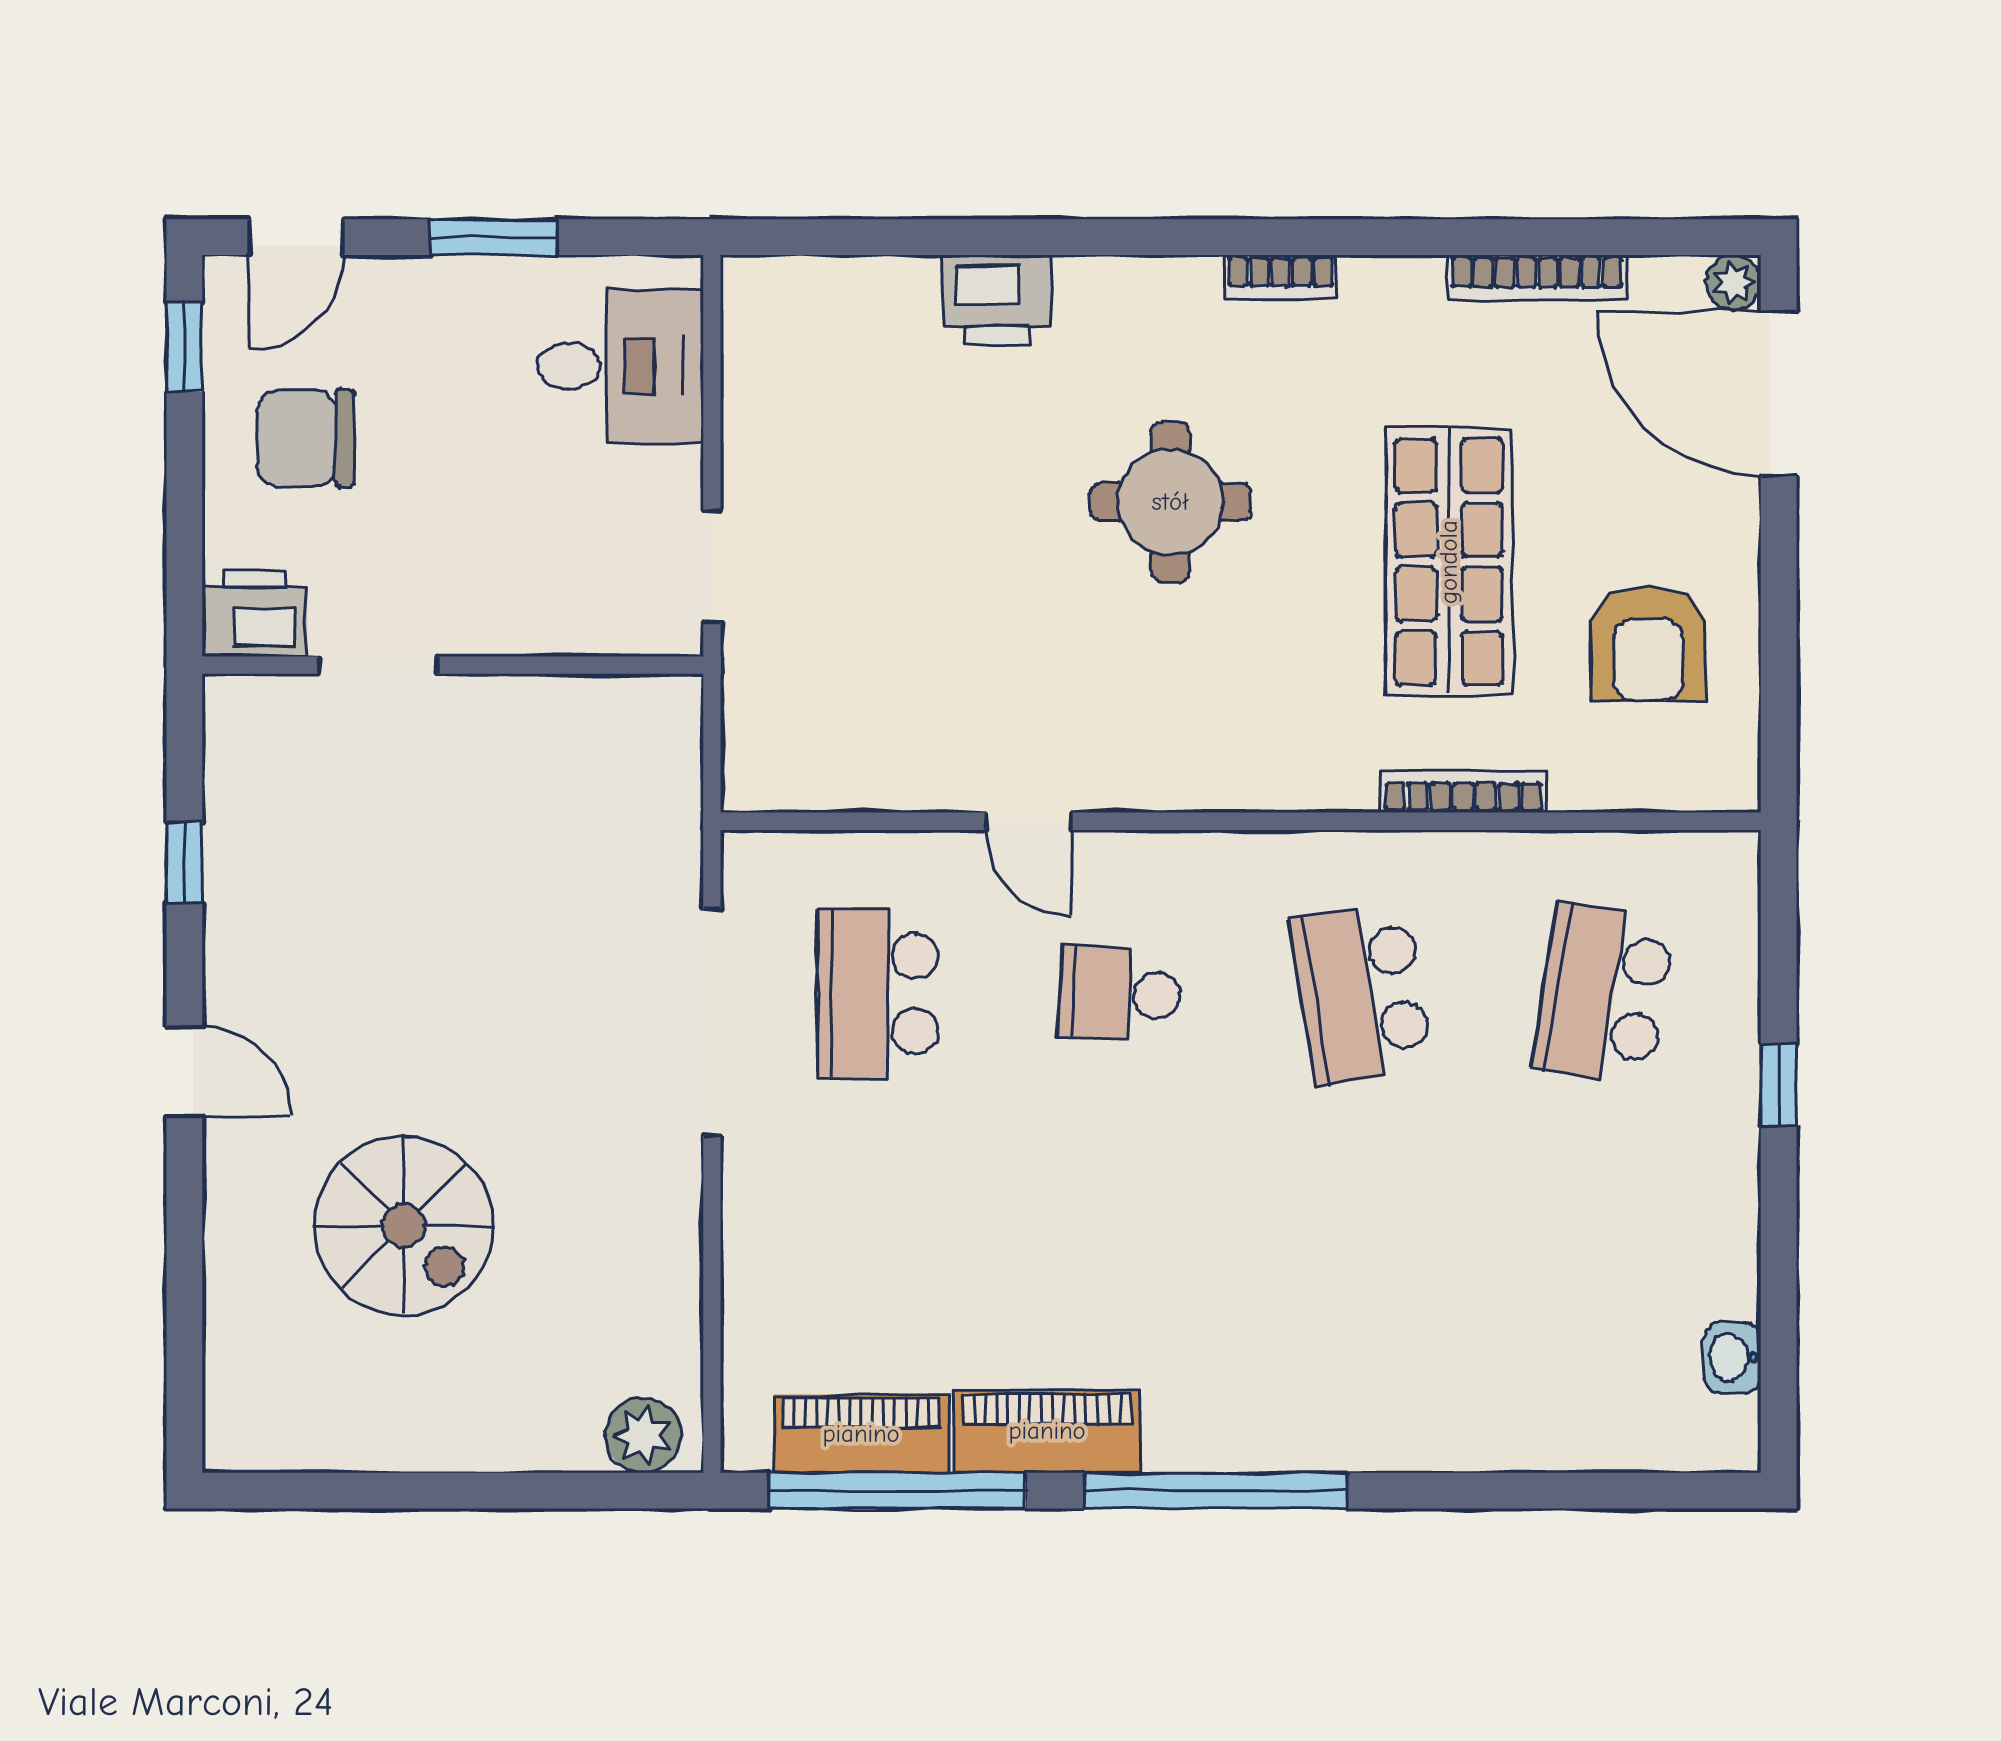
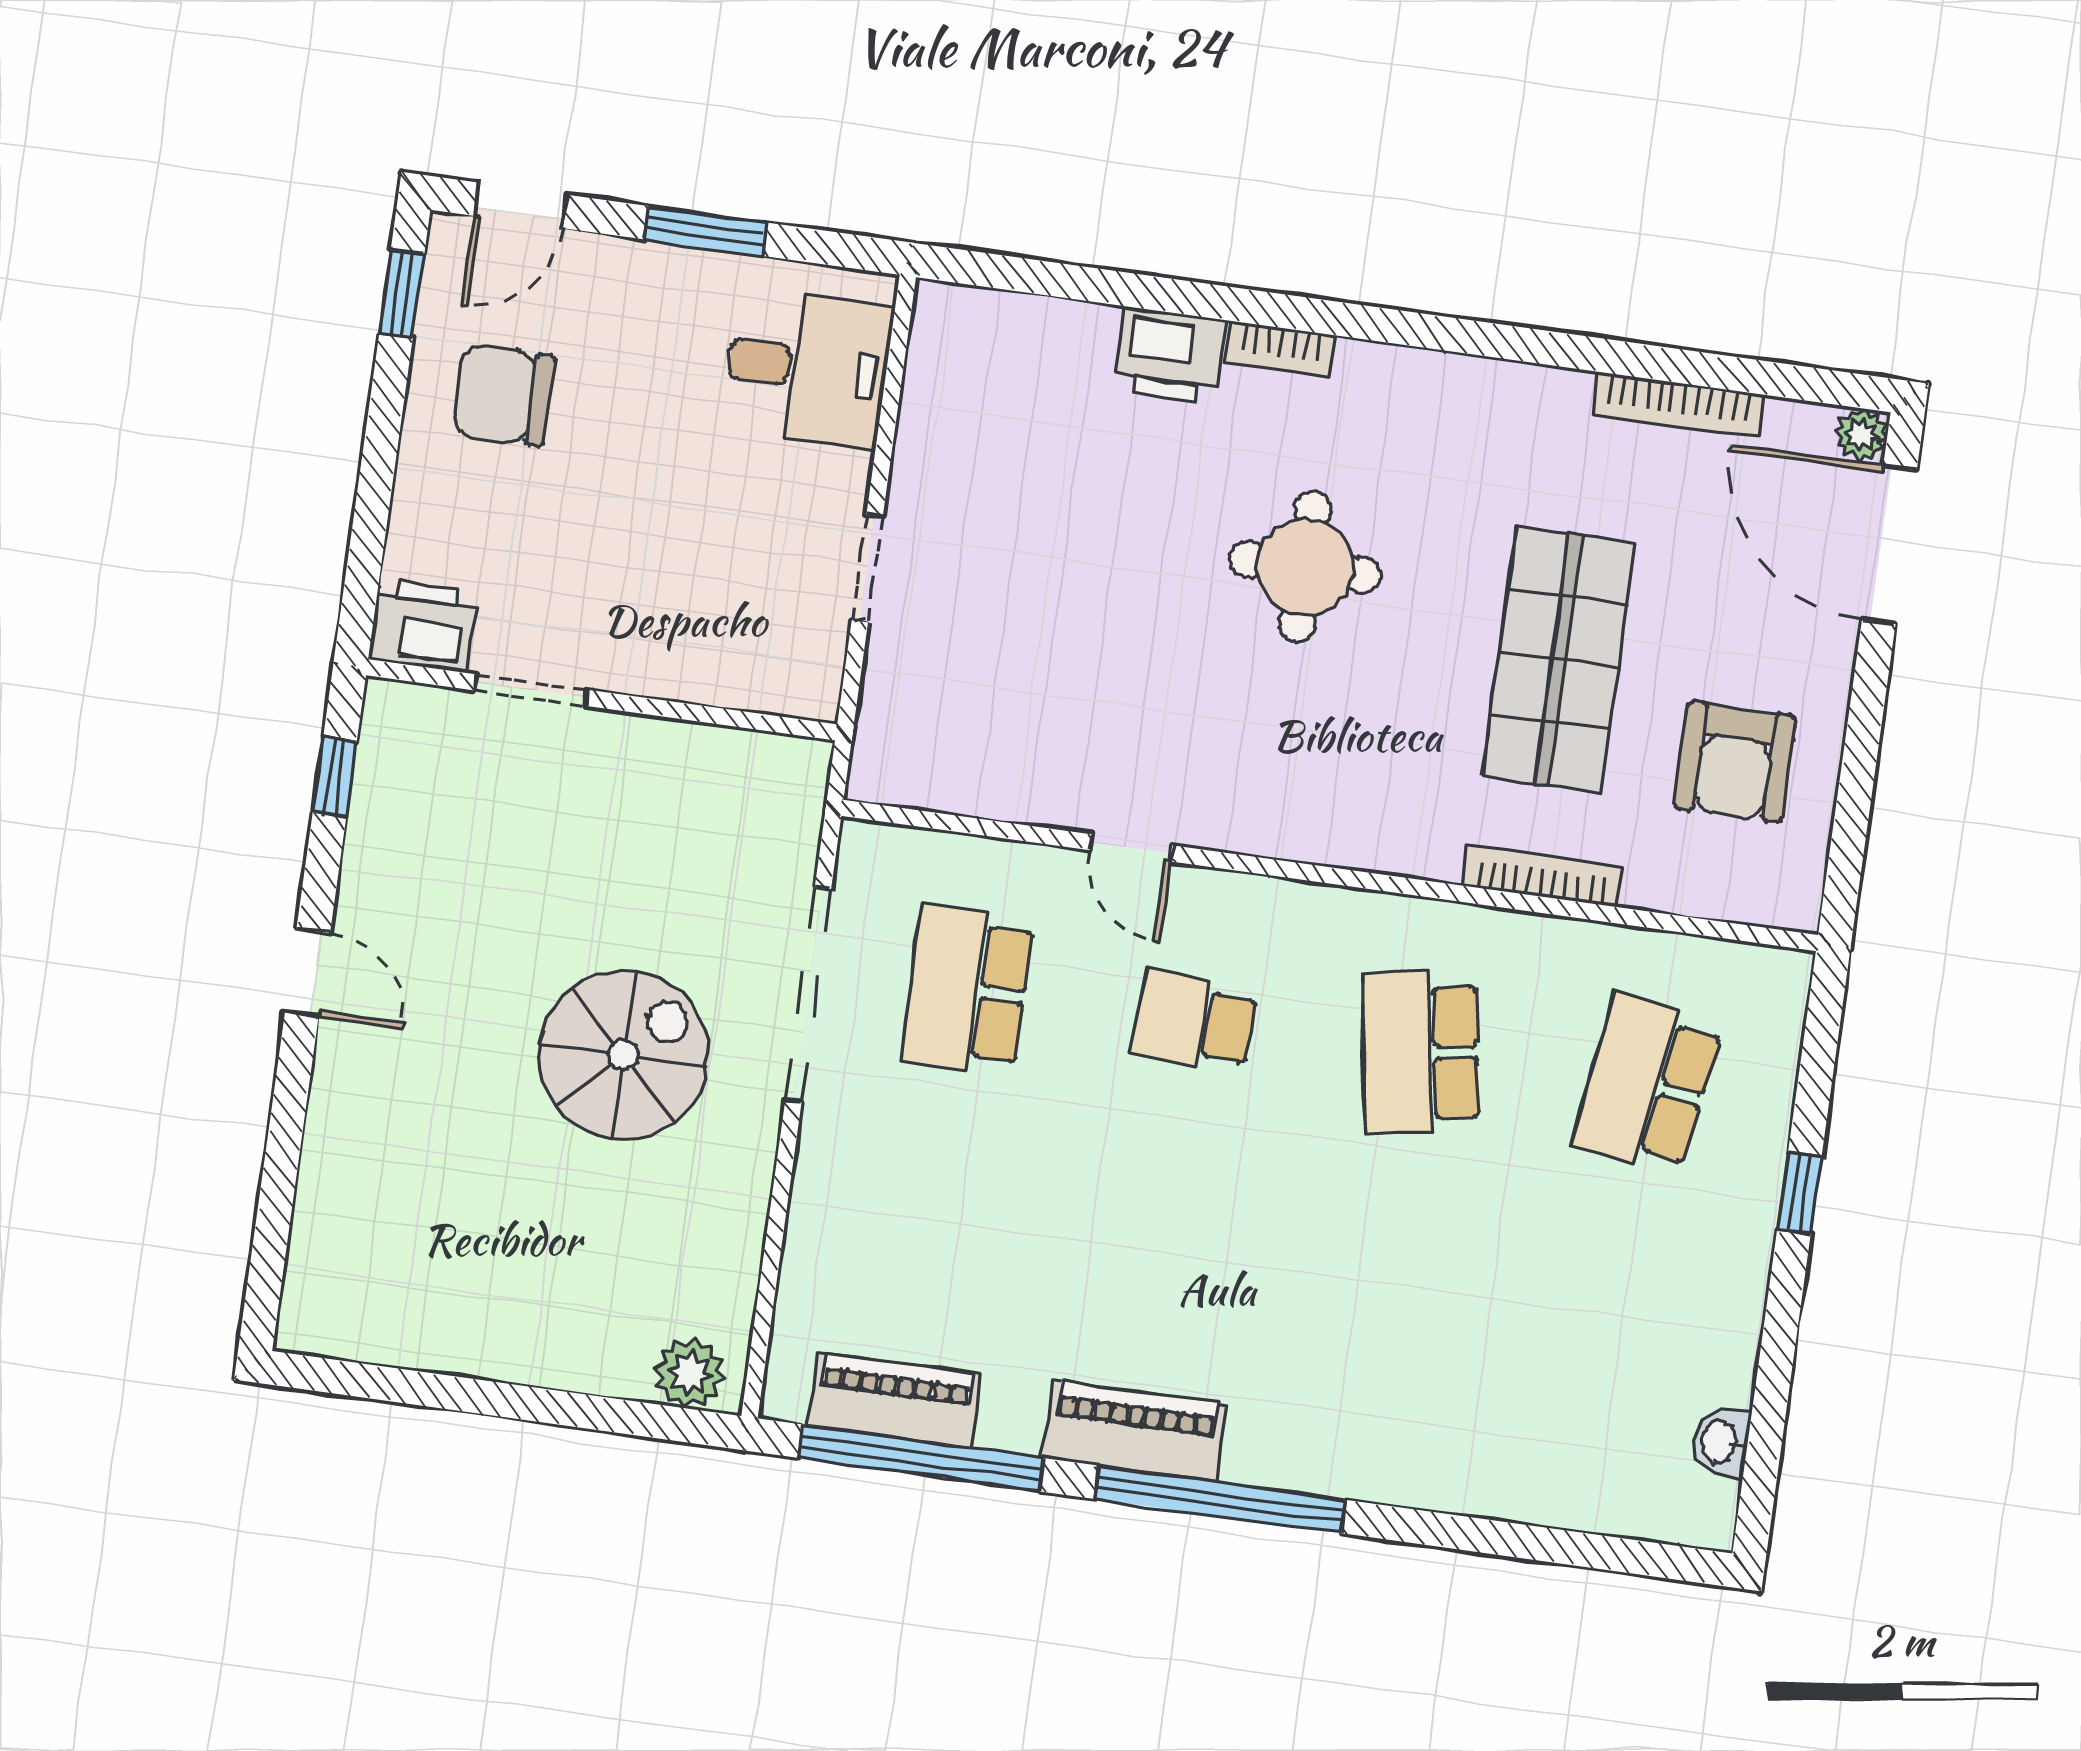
bookcase: (1281, 277) -> (1280, 349), moved
printer: (255, 613) -> (423, 625), moved
doorway: (378, 665) -> (531, 690), moved
wall: (453, 665) -> (602, 700), moved
spiral stairs: (404, 1226) -> (623, 1055), moved, turned -90
piano: (1047, 1431) -> (1134, 1431), moved

